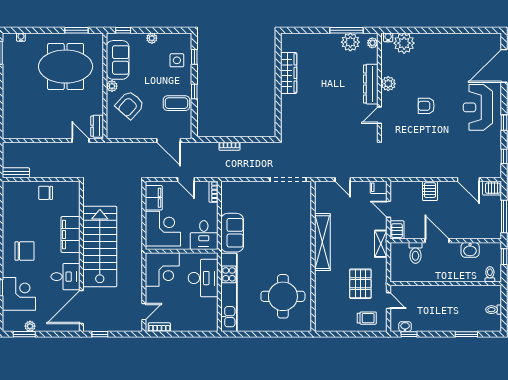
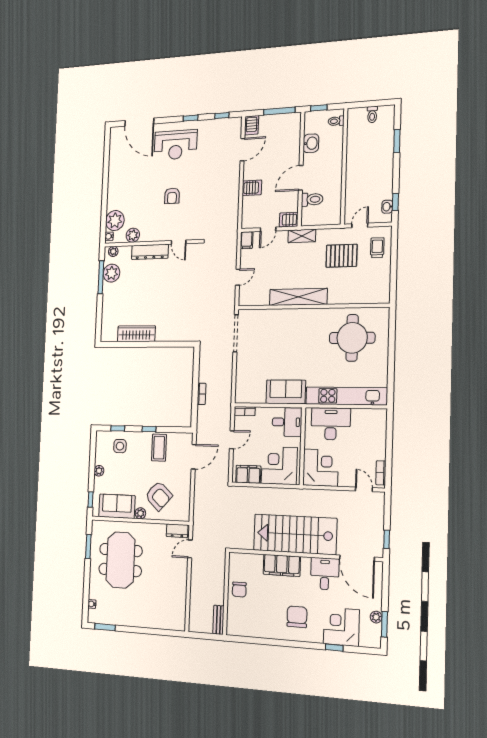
plant: (388, 84) -> (133, 235), moved

